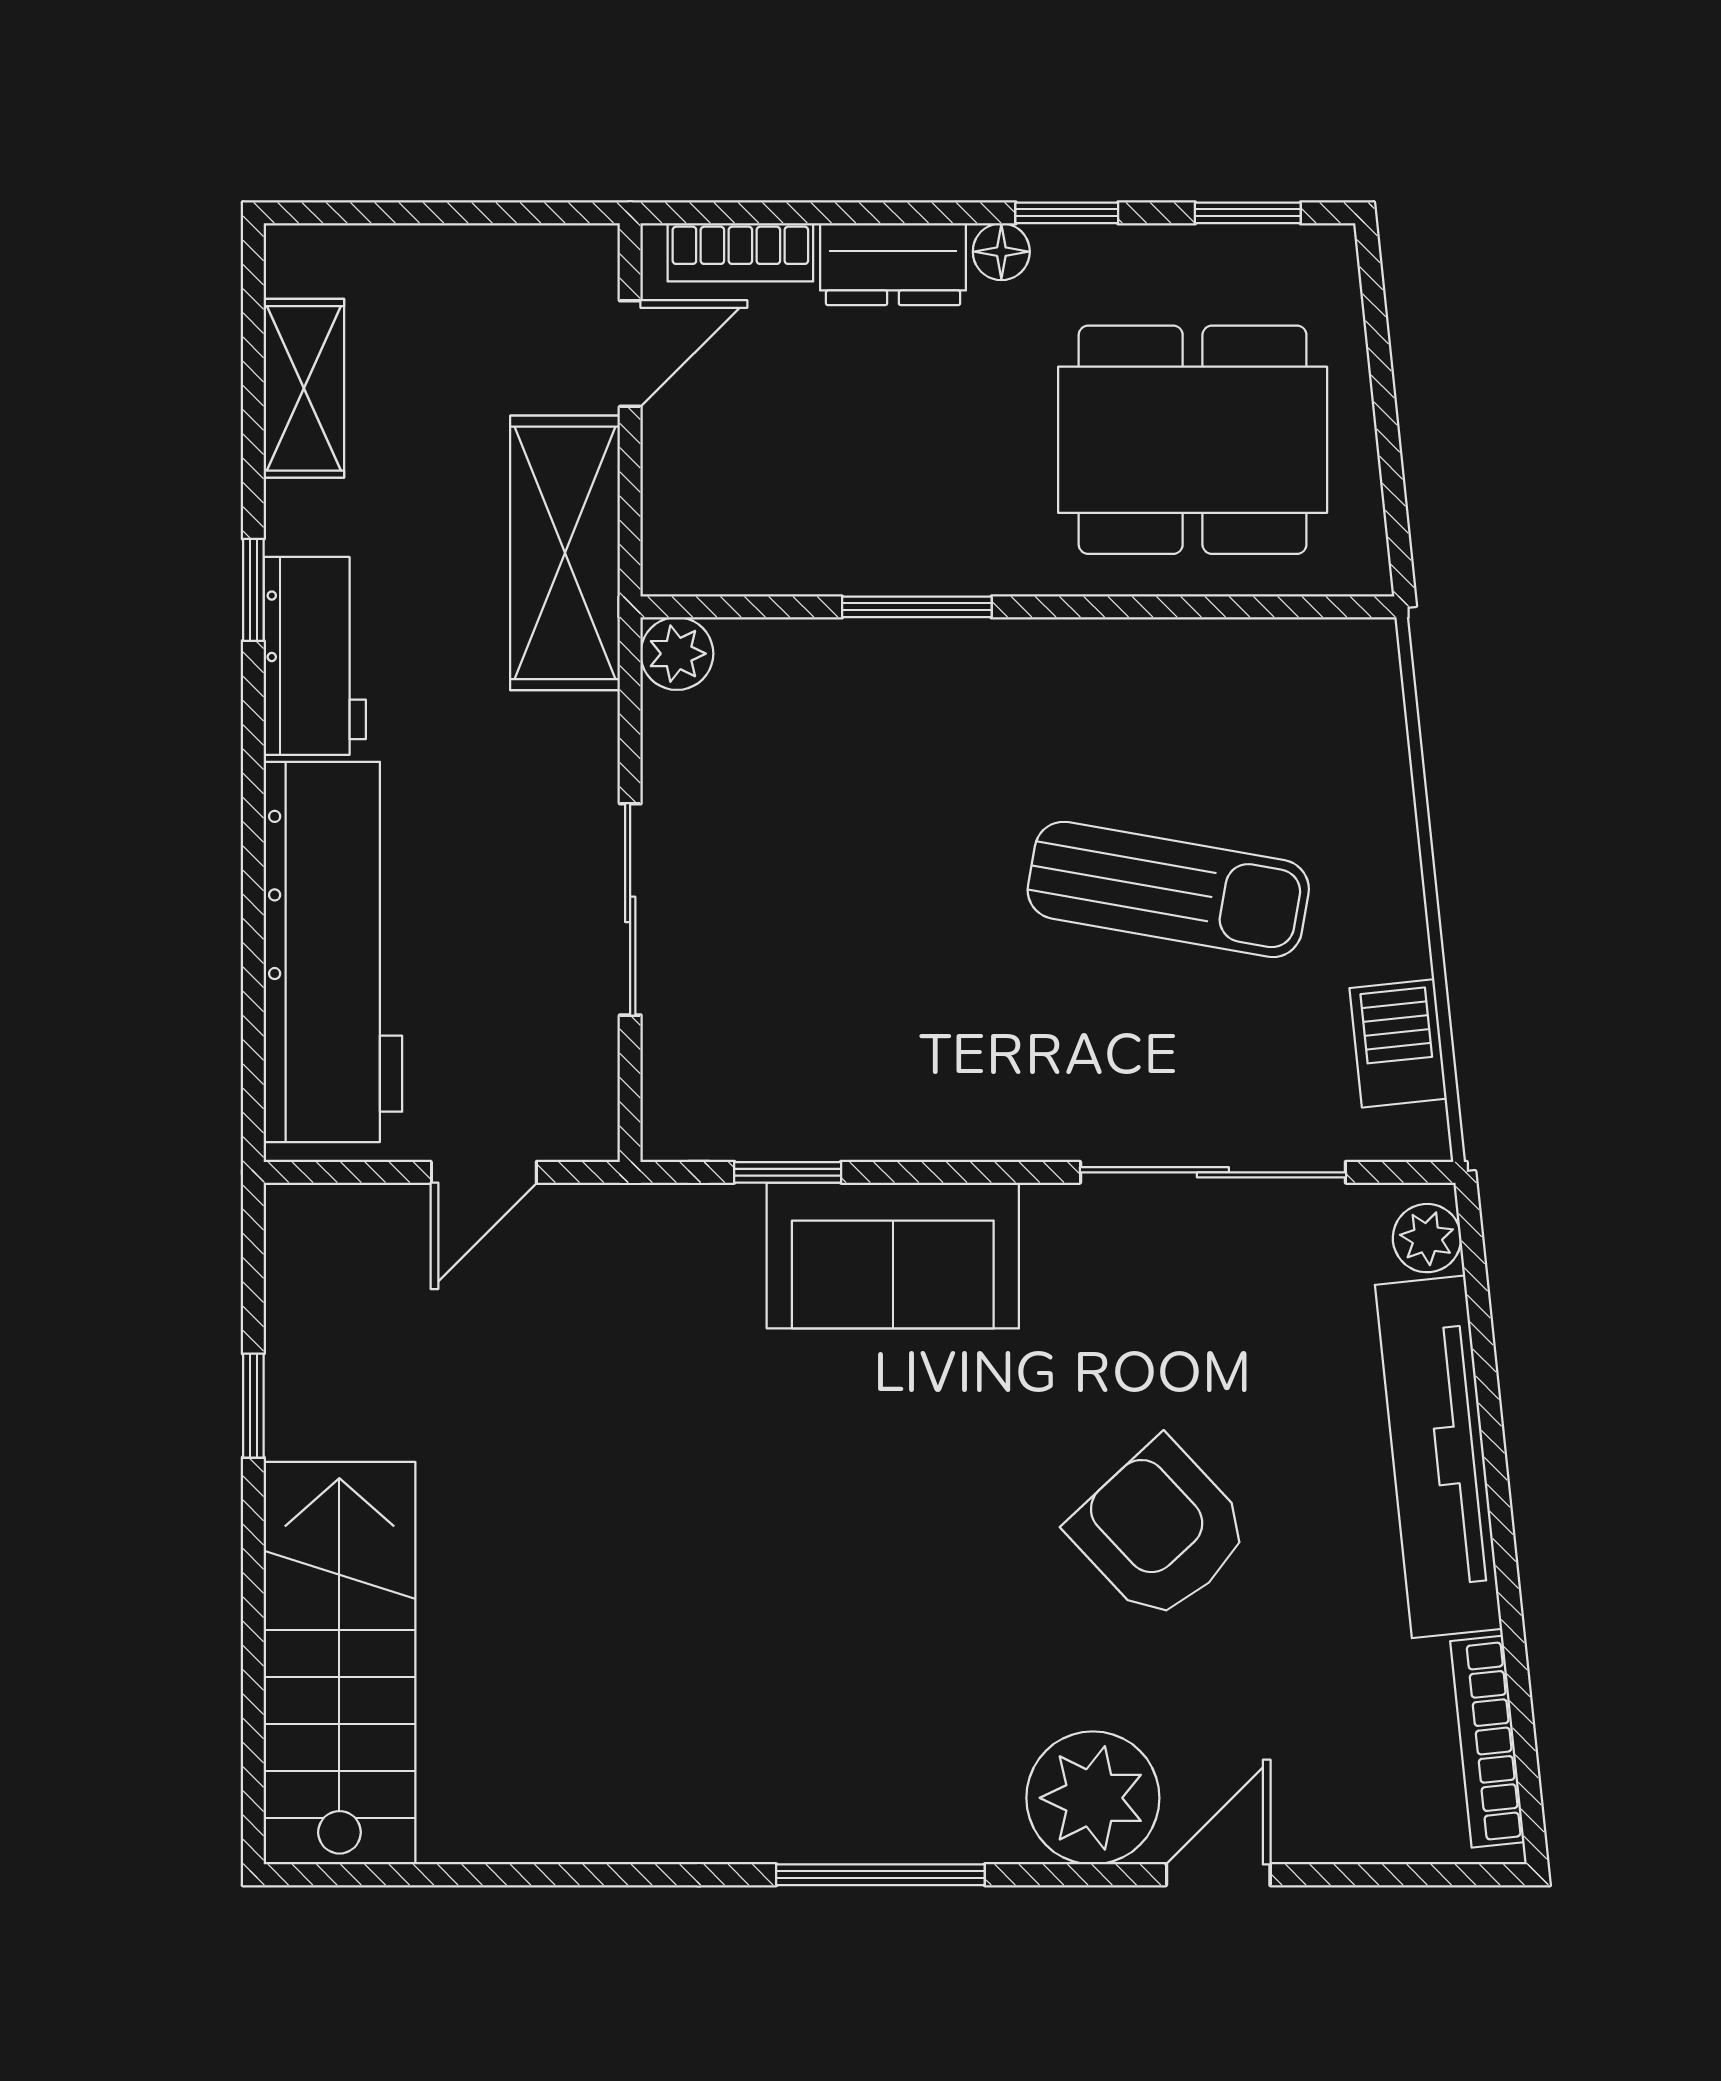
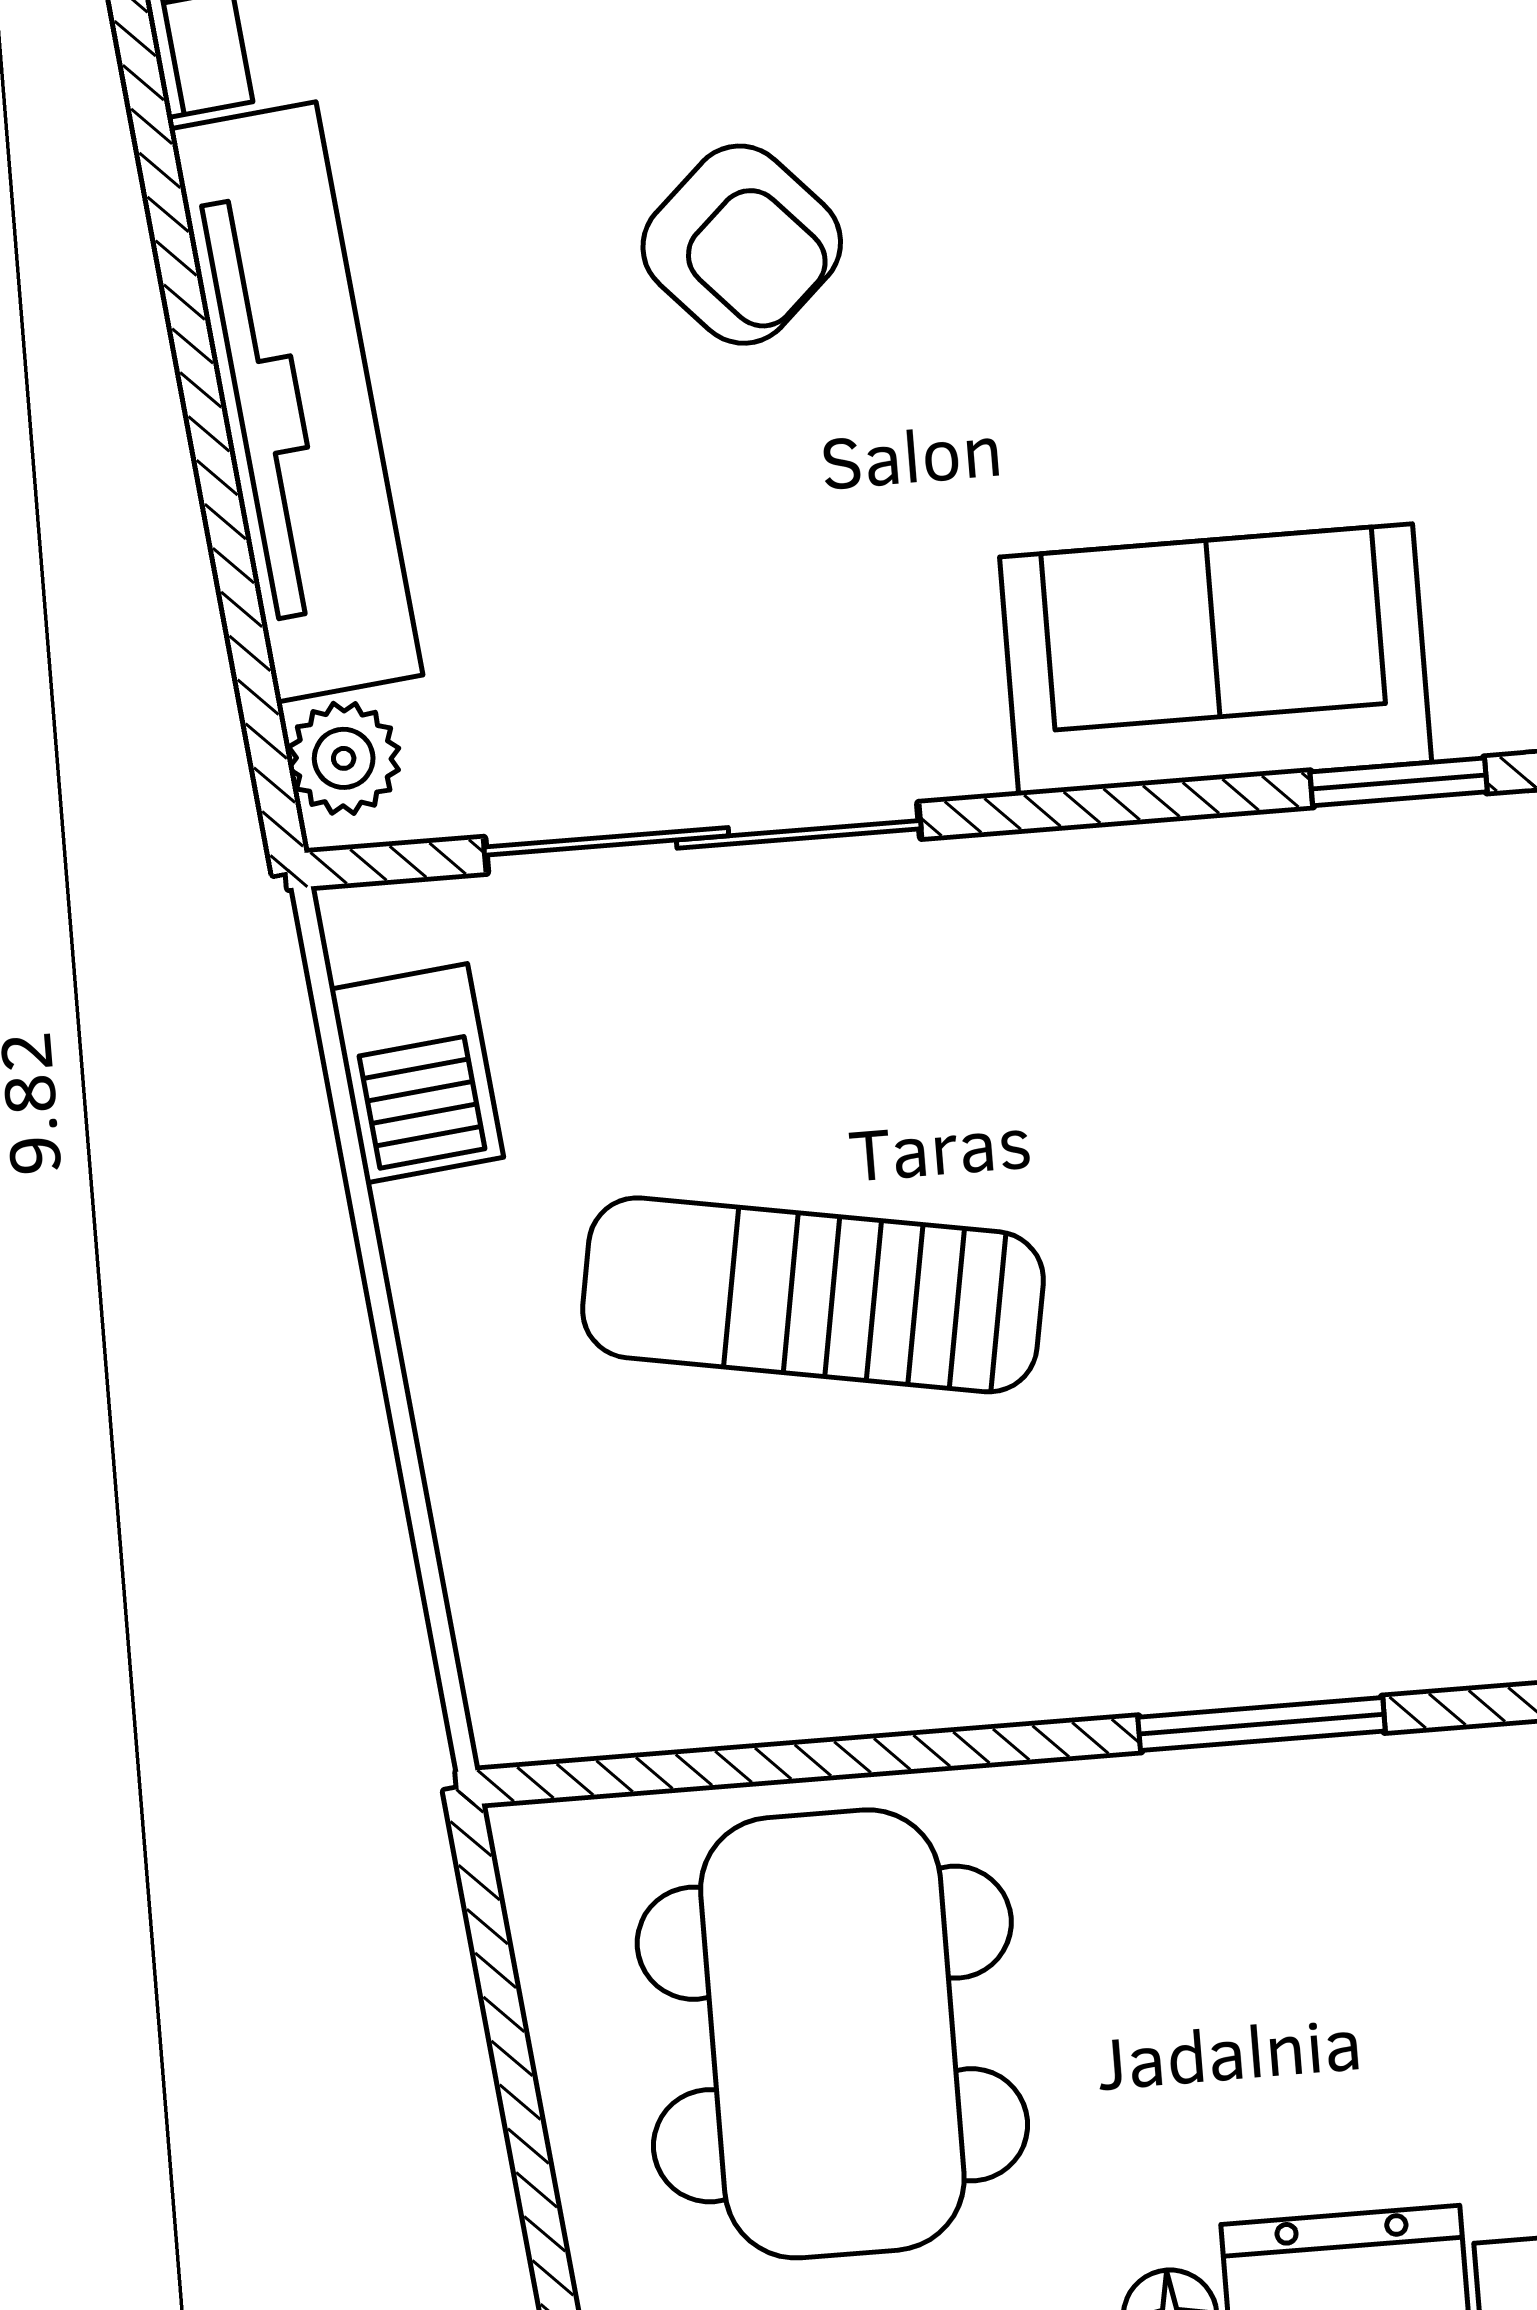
dining table: (1193, 440) -> (832, 2034), turned 90
armchair: (1160, 1531) -> (742, 245), width x0.72, depth x0.72

